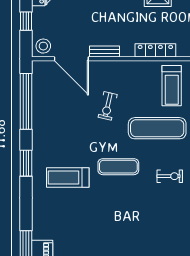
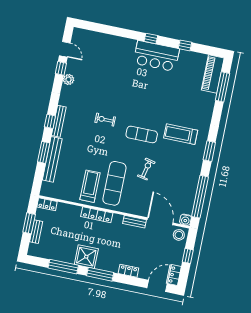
water cooler: (39, 68) -> (185, 220), added
exercise bike: (108, 106) -> (146, 169), moved
exercise mat: (157, 128) -> (114, 183), moved, turned 90
treadmill: (68, 178) -> (181, 134), turned 180

